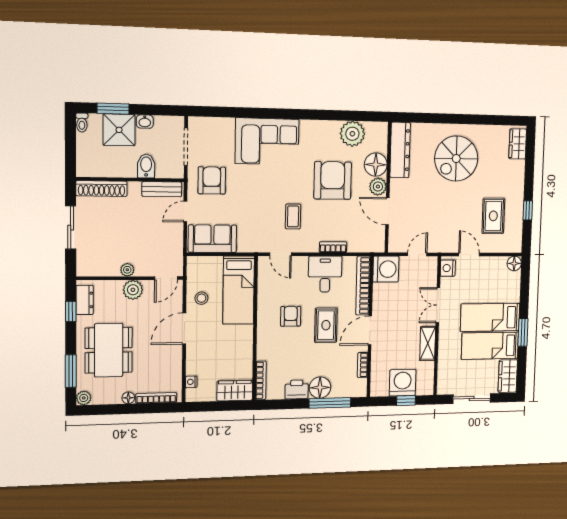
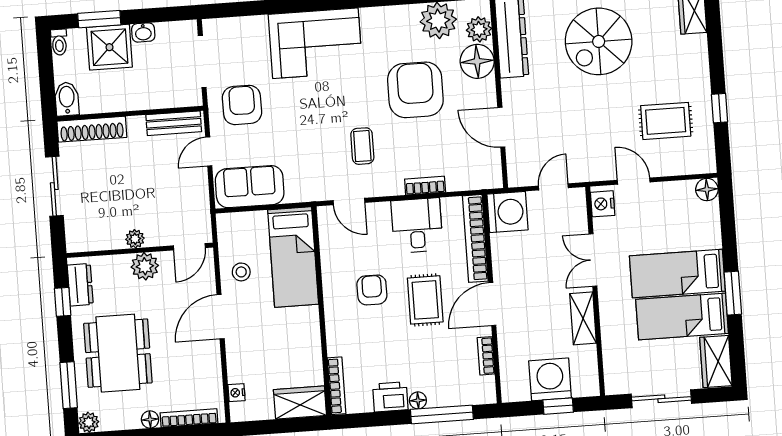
bidet: (146, 166) -> (67, 99), moved
plant: (378, 187) -> (479, 29), moved
rug: (493, 216) -> (666, 121), turned 90
floor lamp: (320, 388) -> (418, 400), width x0.53, depth x0.53

